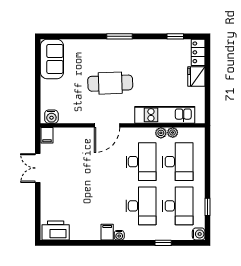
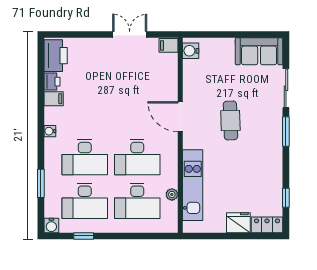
sliding door: (83, 36) -> (286, 88), added
cafe table: (110, 83) -> (230, 120), width x0.73, depth x0.74
plant: (161, 133) -> (171, 181), removed
filing cabinet: (107, 232) -> (54, 99), moved
printer: (77, 234) -> (52, 82), added
window: (163, 243) -> (41, 183), width x1.50

